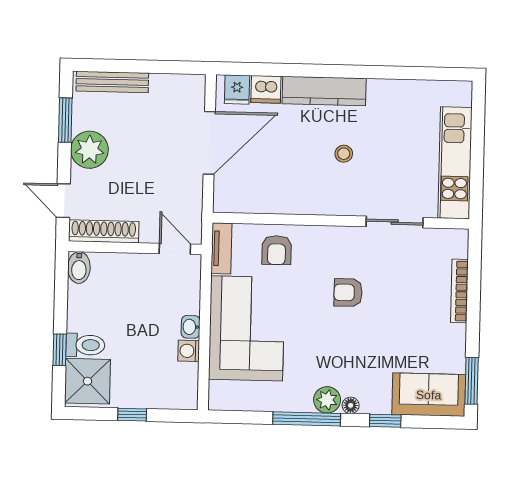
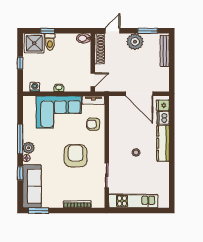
armchair: (348, 292) -> (76, 156), width x1.88, depth x1.88
washing machine: (189, 351) -> (35, 87), moved
sofa: (429, 395) -> (32, 186), width x1.36

